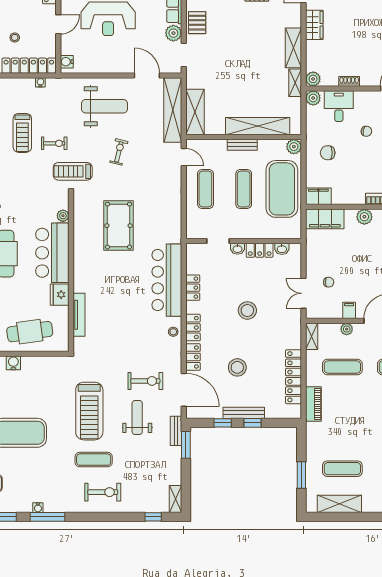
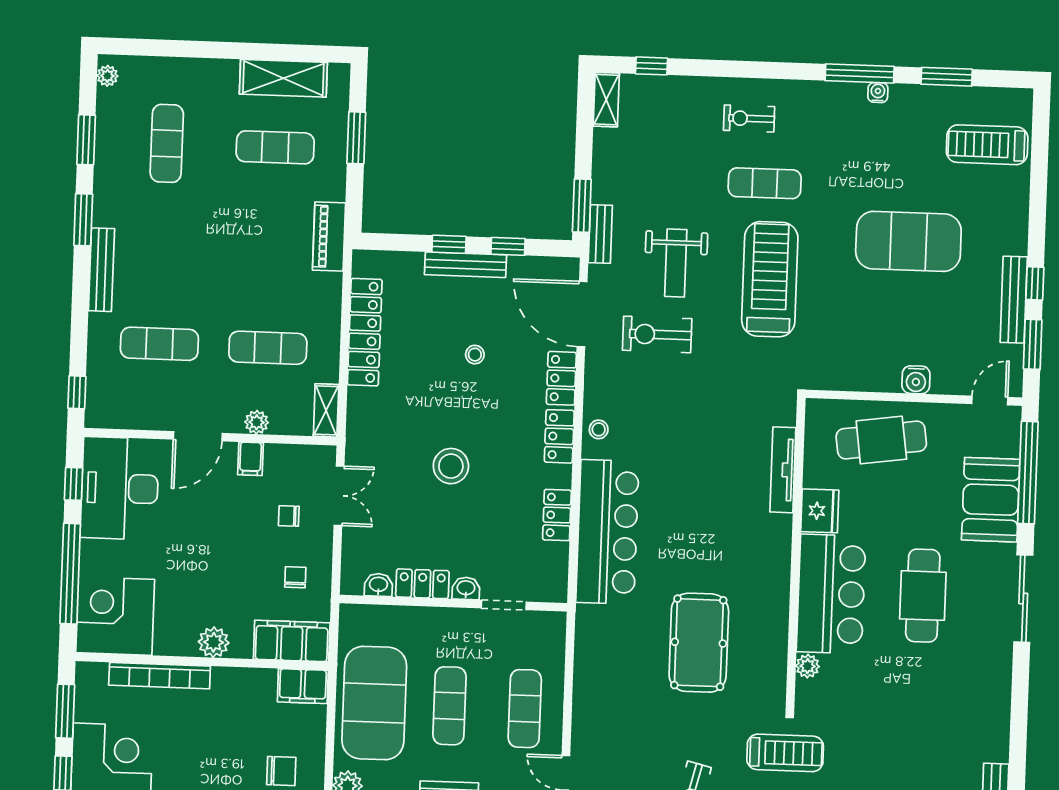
chair: (324, 251) -> (295, 577), added
stool: (237, 367) -> (475, 355), width x0.53, depth x0.53
piano: (313, 404) -> (329, 237), moved
exercise bike: (103, 492) -> (749, 118), width x0.73, depth x0.72

